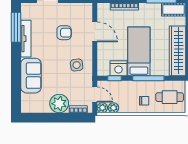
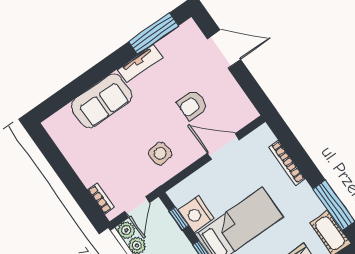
door: (95, 32) -> (223, 146), swing flipped
armchair: (64, 33) -> (192, 105), turned 90
tv unit: (26, 39) -> (140, 63), width x0.71
plant: (59, 104) -> (90, 167), removed

